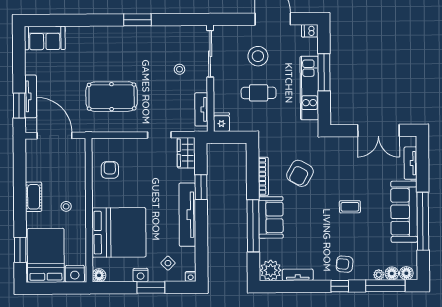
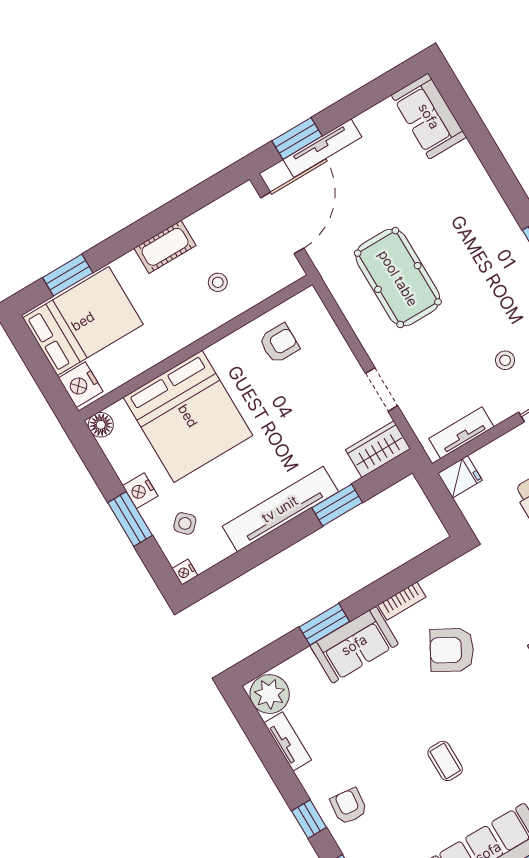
bookcase: (263, 176) -> (402, 601), width x0.64
stool: (66, 206) -> (218, 282), moved
window: (253, 226) -> (324, 624), width x0.47

